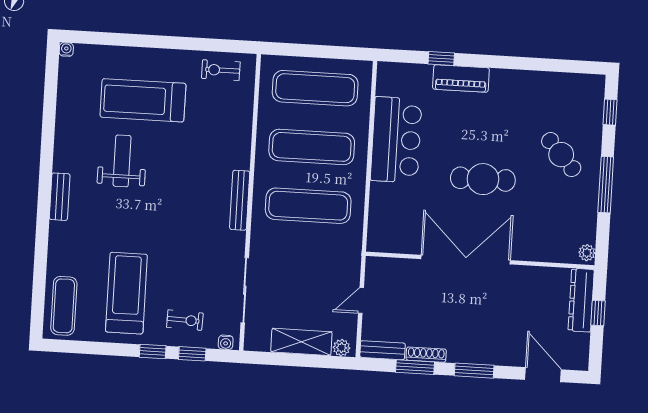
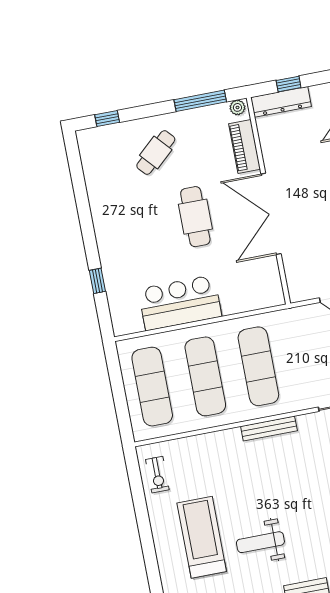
piano: (461, 79) -> (245, 147), moved, turned 180
treadmill: (143, 100) -> (202, 537), turned 180
window: (606, 185) -> (200, 101), moved

